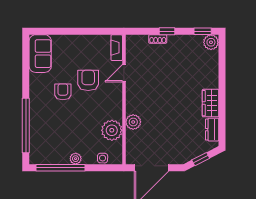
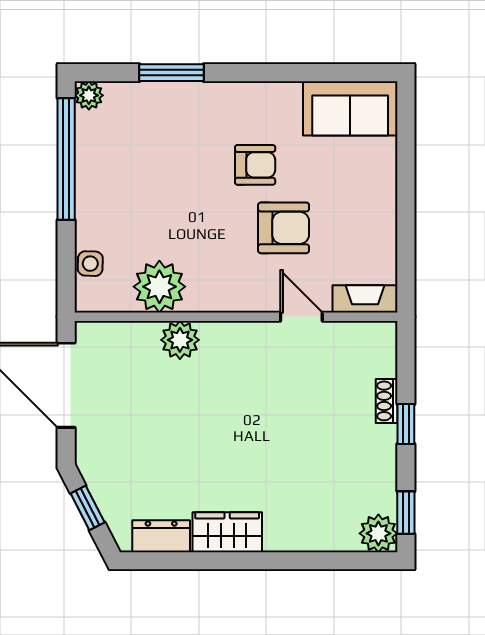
window: (26, 125) -> (171, 73), width x0.47
plant: (76, 159) -> (89, 95), moved

